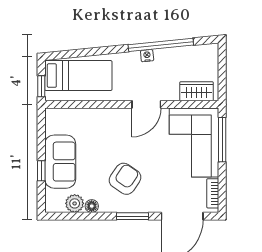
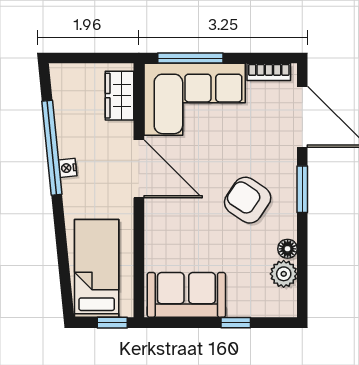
door: (146, 104) -> (139, 169), width x1.36
sofa: (60, 162) -> (186, 295), moved

